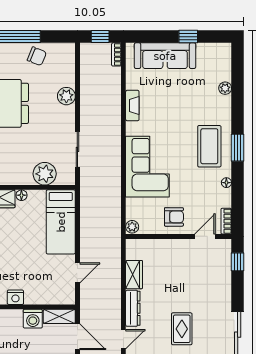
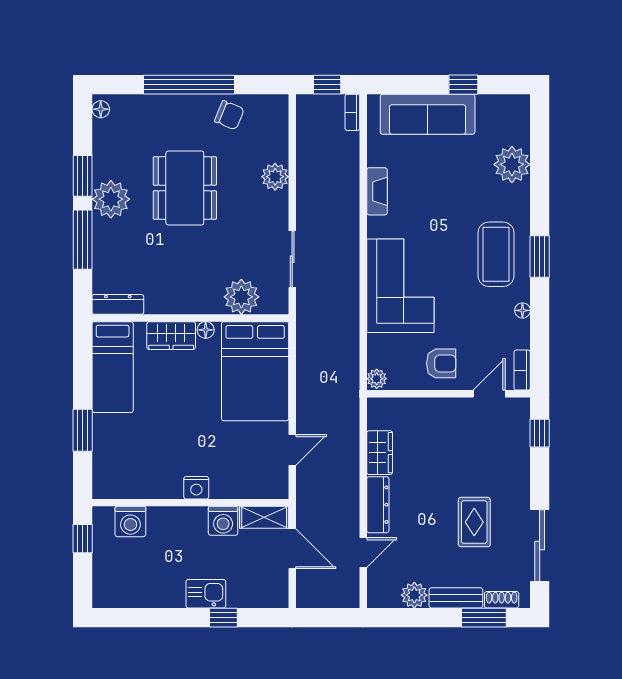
plant: (225, 88) -> (512, 164), width x1.87, depth x1.87
bed: (61, 222) -> (255, 371), width x1.50
rug: (182, 329) -> (474, 522), moved

